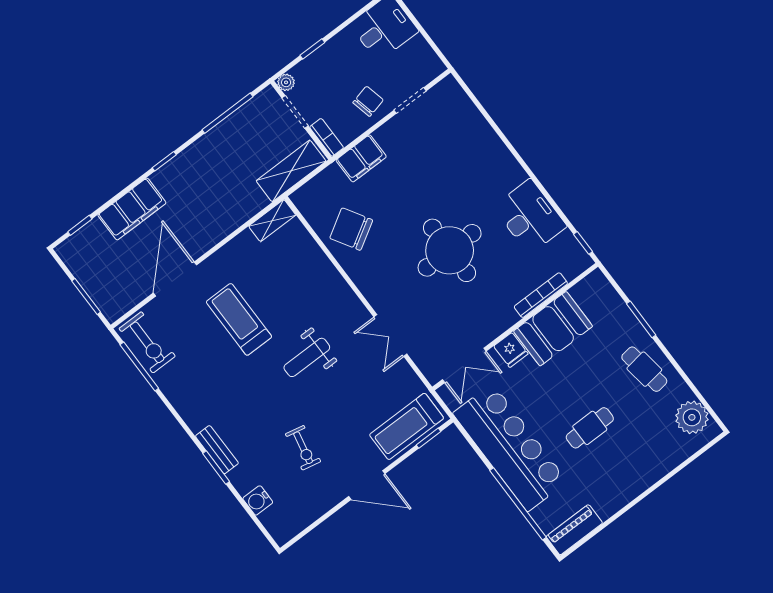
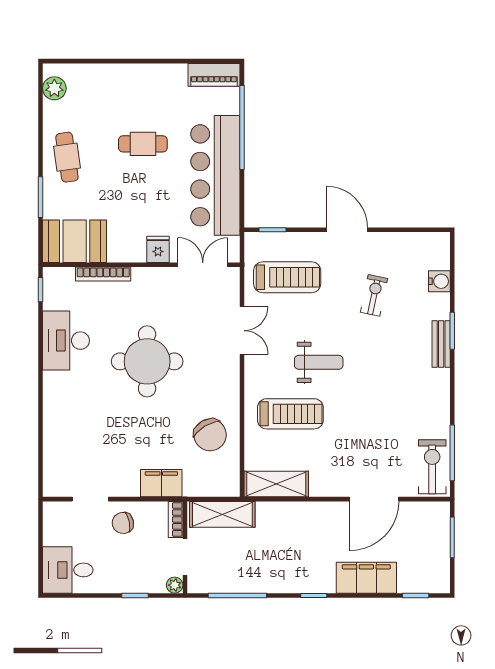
shelving: (272, 221) -> (276, 484), width x1.50, depth x1.33
treadmill: (239, 319) -> (290, 414), moved, turned -90
booth: (553, 329) -> (75, 241), moved
plant: (692, 417) -> (54, 88), width x0.73, depth x0.73
treadmill: (407, 426) -> (287, 277), moved

